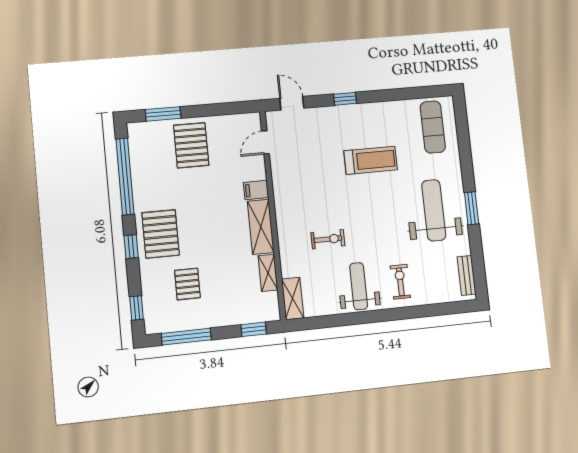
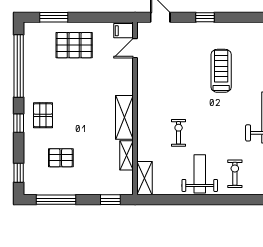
pallet: (191, 145) -> (74, 45), turned 90
treadmill: (371, 160) -> (221, 71), turned -90
filing cabinet: (256, 190) -> (123, 31), moved
pallet: (161, 234) -> (43, 115), width x0.67, depth x0.71
exercise bike: (328, 239) -> (179, 133), turned -90
pallet: (187, 284) -> (61, 158), turned 90

